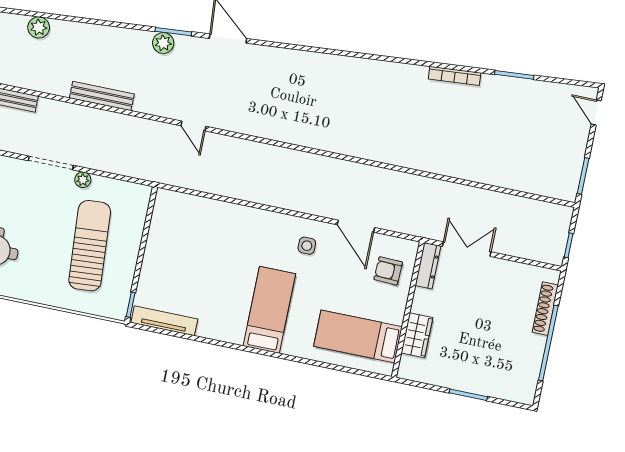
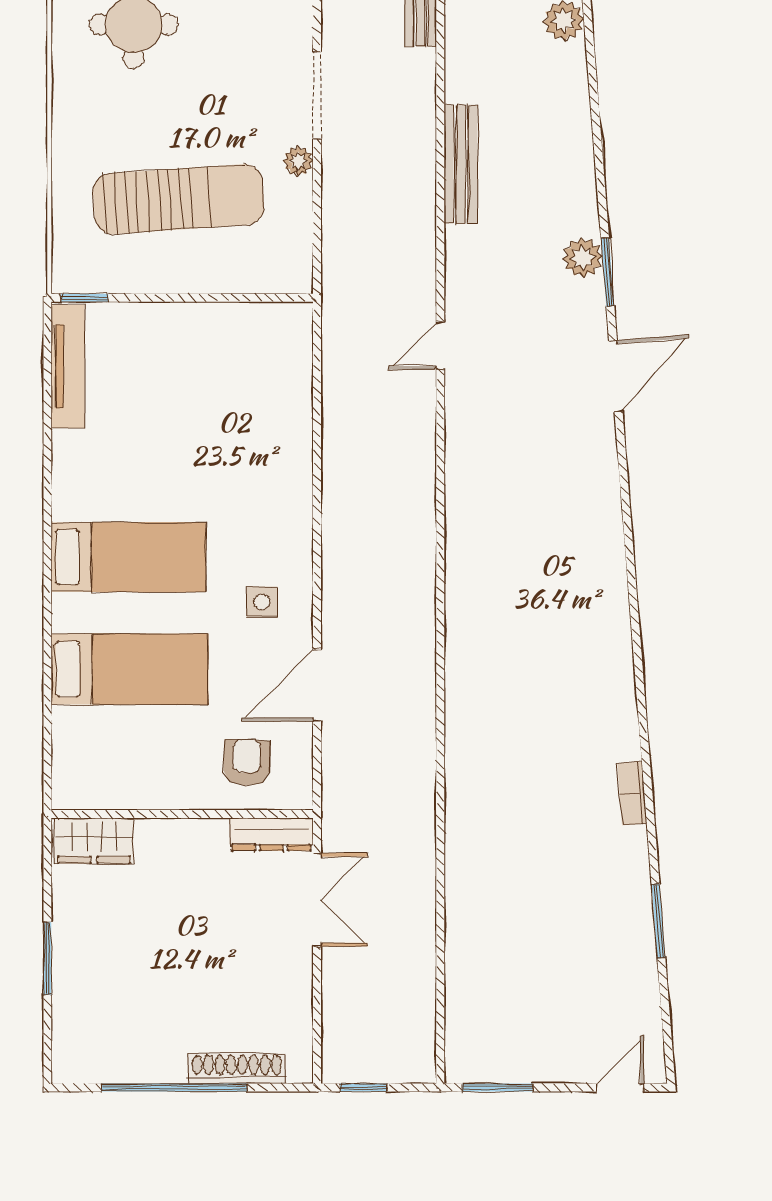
bookcase: (455, 76) -> (632, 793), width x0.64
wardrobe: (417, 335) -> (94, 841), moved
bed: (358, 336) -> (130, 669), moved, turned 90

